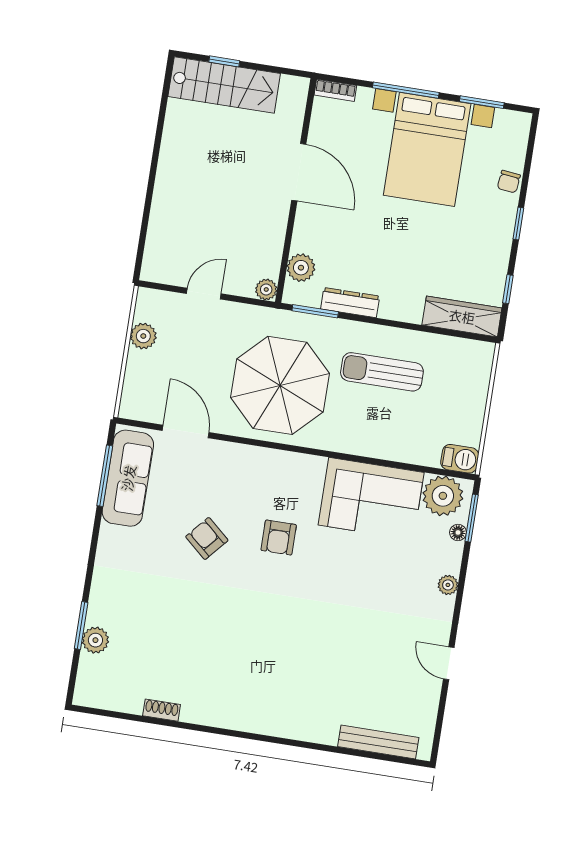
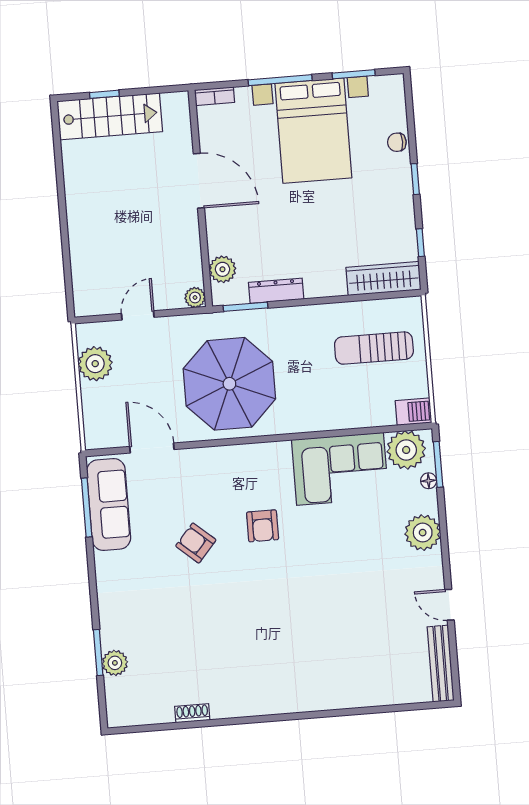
chair: (509, 182) -> (397, 142), turned 84
plant: (143, 336) -> (95, 364), width x1.36, depth x1.36
sun lounger: (382, 372) -> (374, 348), moved
plant: (448, 585) -> (423, 533), width x1.88, depth x1.88
bench: (378, 742) -> (441, 664), moved, turned 90

